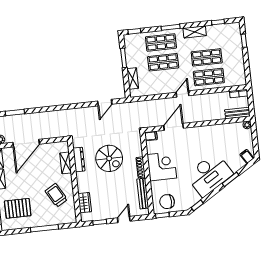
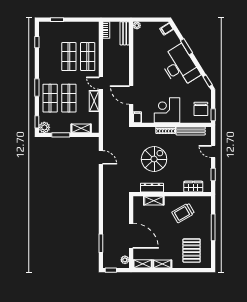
shelving: (195, 32) -> (94, 101), moved
plant: (130, 40) -> (44, 127), added

